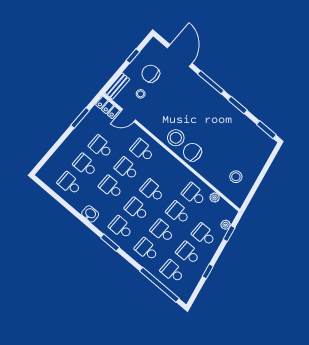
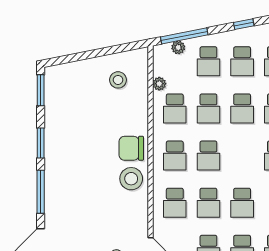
chair: (192, 152) -> (131, 148), turned 90
school desk: (137, 209) -> (175, 156), moved
window: (229, 233) -> (184, 36), width x2.17

